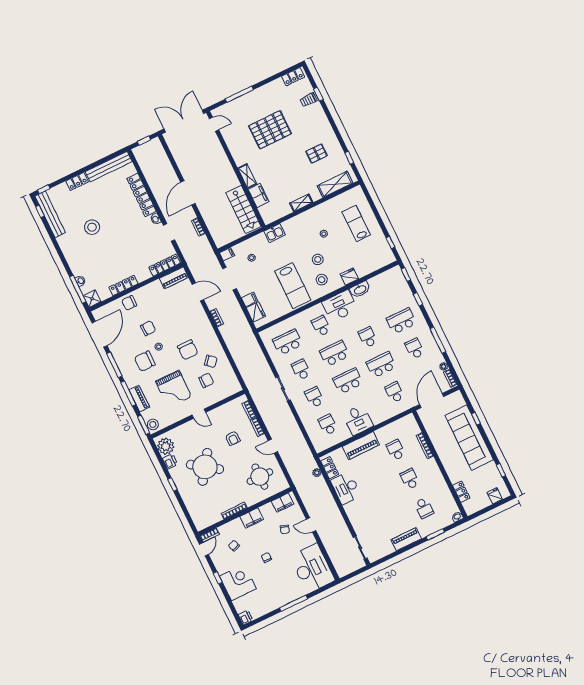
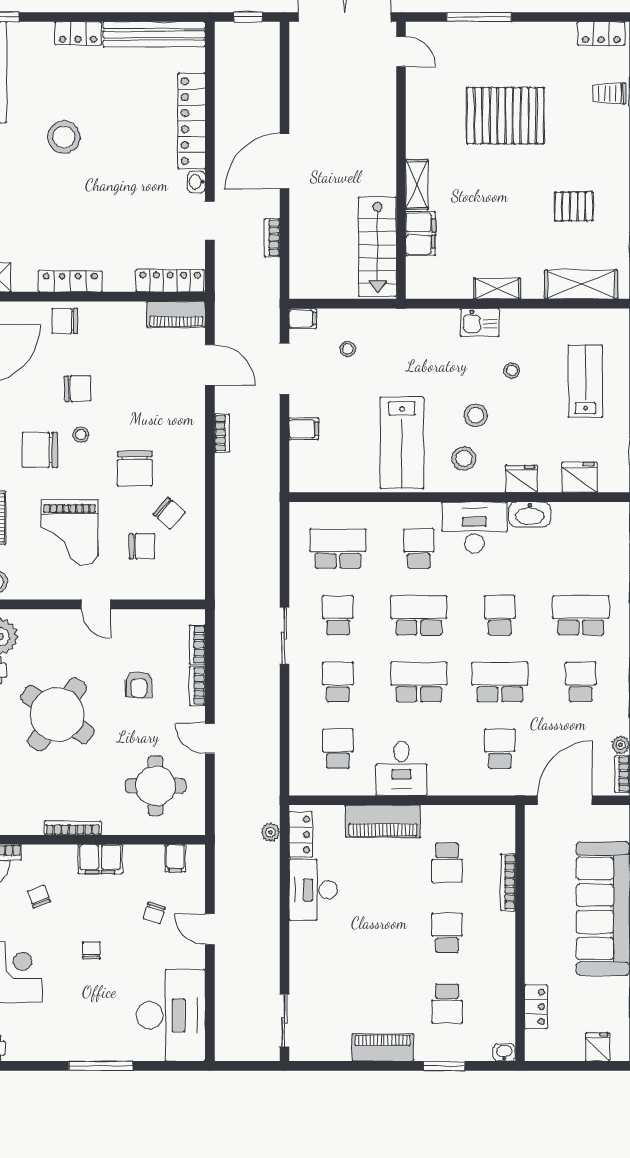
kitchen sink: (275, 233) -> (480, 322), moved
fridge: (256, 312) -> (579, 477), moved, turned -90
school desk: (396, 450) -> (447, 863), turned 180
filing cabinet: (283, 503) -> (175, 858), width x0.50

